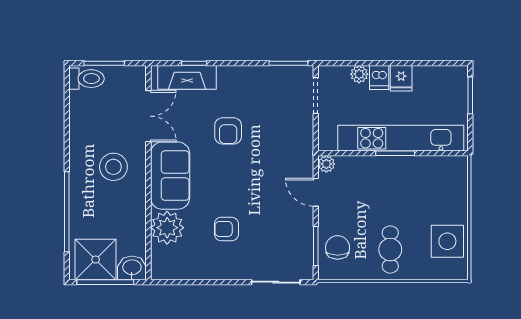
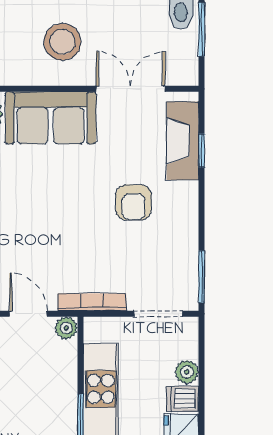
double door: (148, 116) -> (131, 89), swing flipped
armchair: (228, 131) -> (133, 202), moved, turned -90
bookcase: (307, 145) -> (92, 302), added
door: (316, 192) -> (28, 314), hinge flipped

